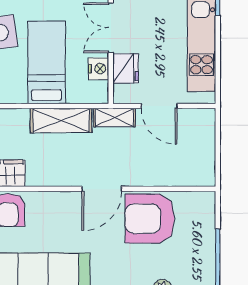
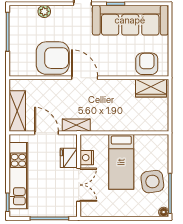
shelving: (61, 120) -> (17, 111), moved, turned 90
door: (102, 189) -> (85, 78), hinge flipped

